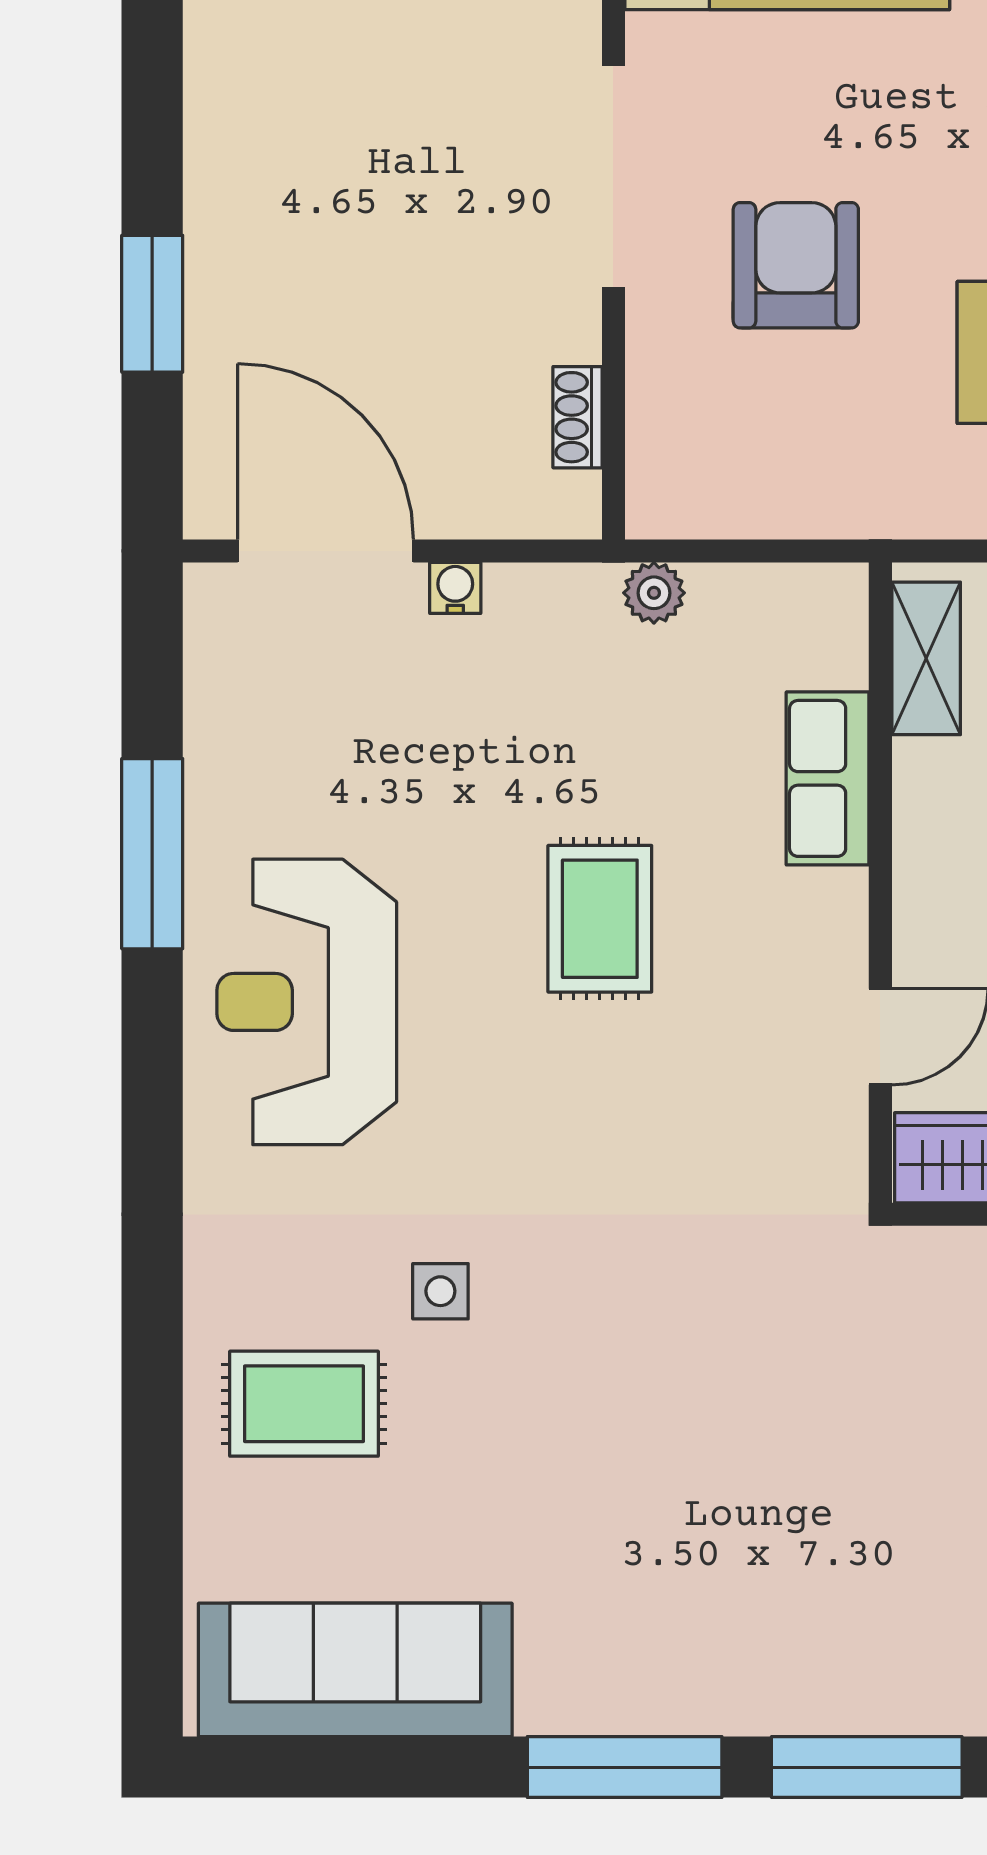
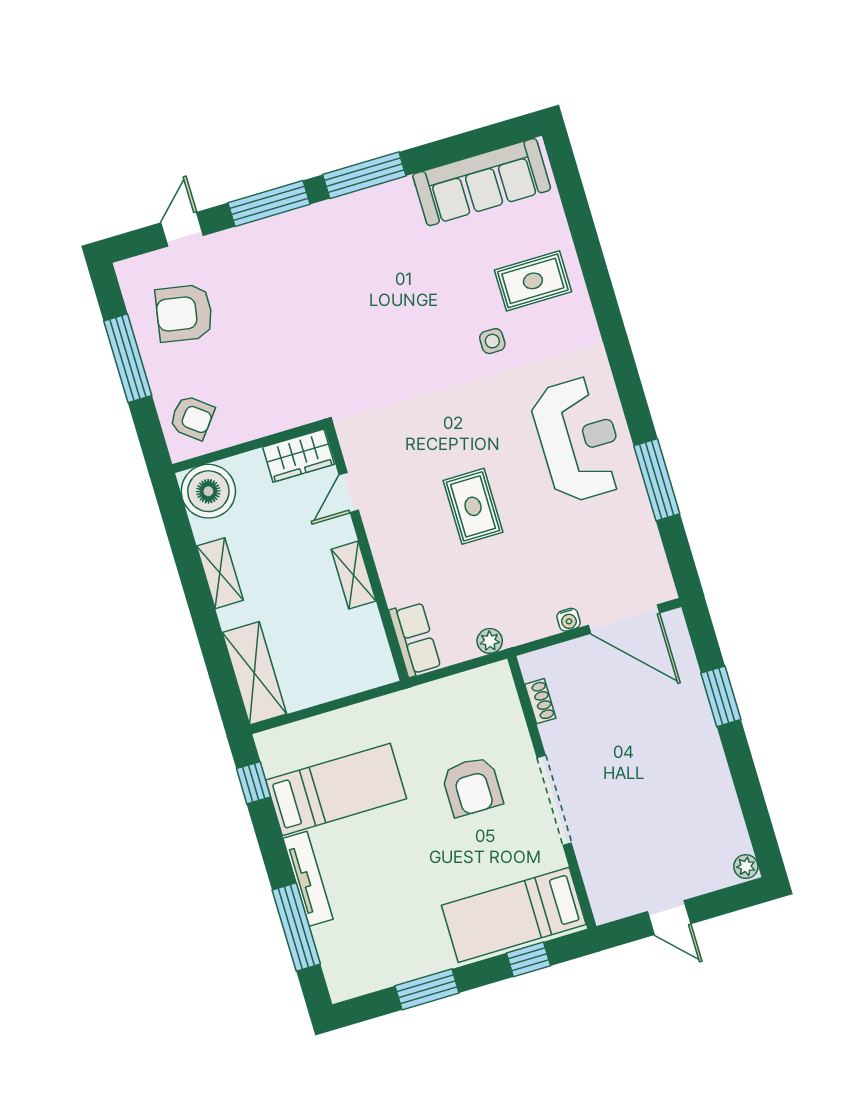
shelving: (926, 658) -> (354, 575), moved
row of seats: (828, 778) -> (415, 639), moved

